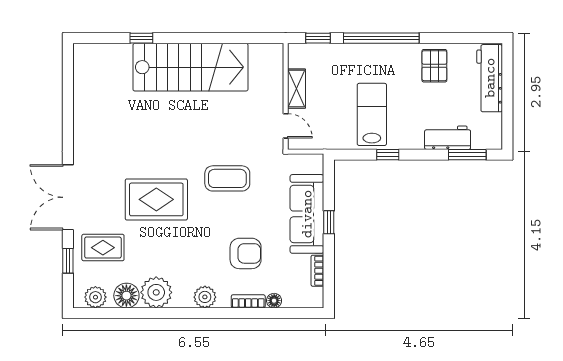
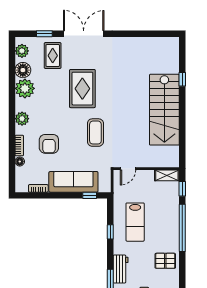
shelving: (297, 89) -> (167, 175), moved
lab bench: (372, 114) -> (135, 222), turned 90
window: (329, 222) -> (90, 195), moved

